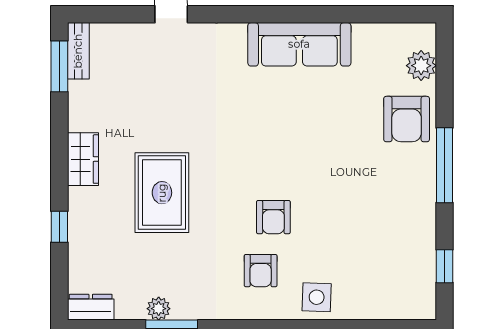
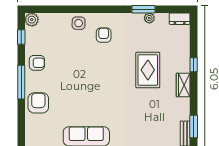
plant: (421, 66) -> (32, 20), moved
armchair: (273, 217) -> (37, 63), moved, turned 90
window: (59, 227) -> (194, 65), moved

